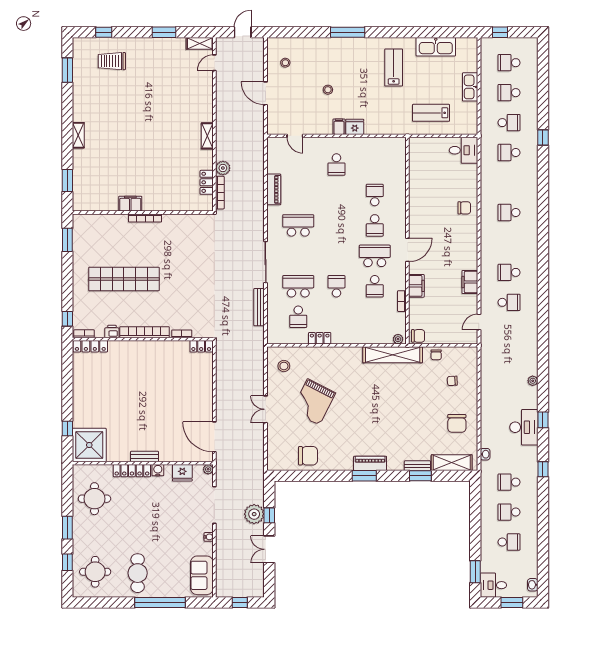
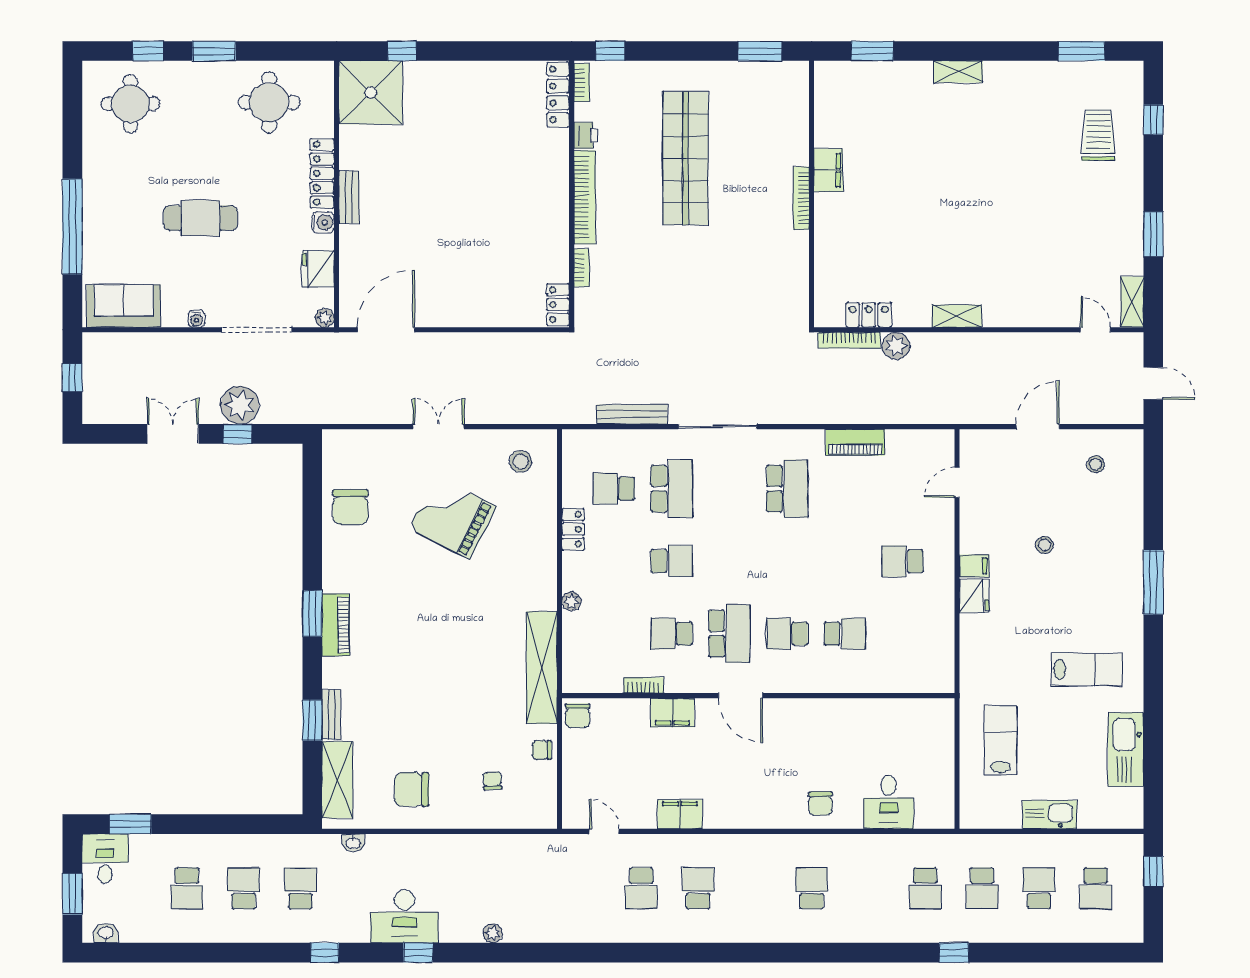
school desk: (509, 63) -> (1096, 888), turned 180
desk: (464, 150) -> (889, 802), moved
school desk: (509, 153) -> (925, 888), turned 180
plant: (398, 339) -> (571, 601), moved
cafe table: (138, 573) -> (201, 218), moved

